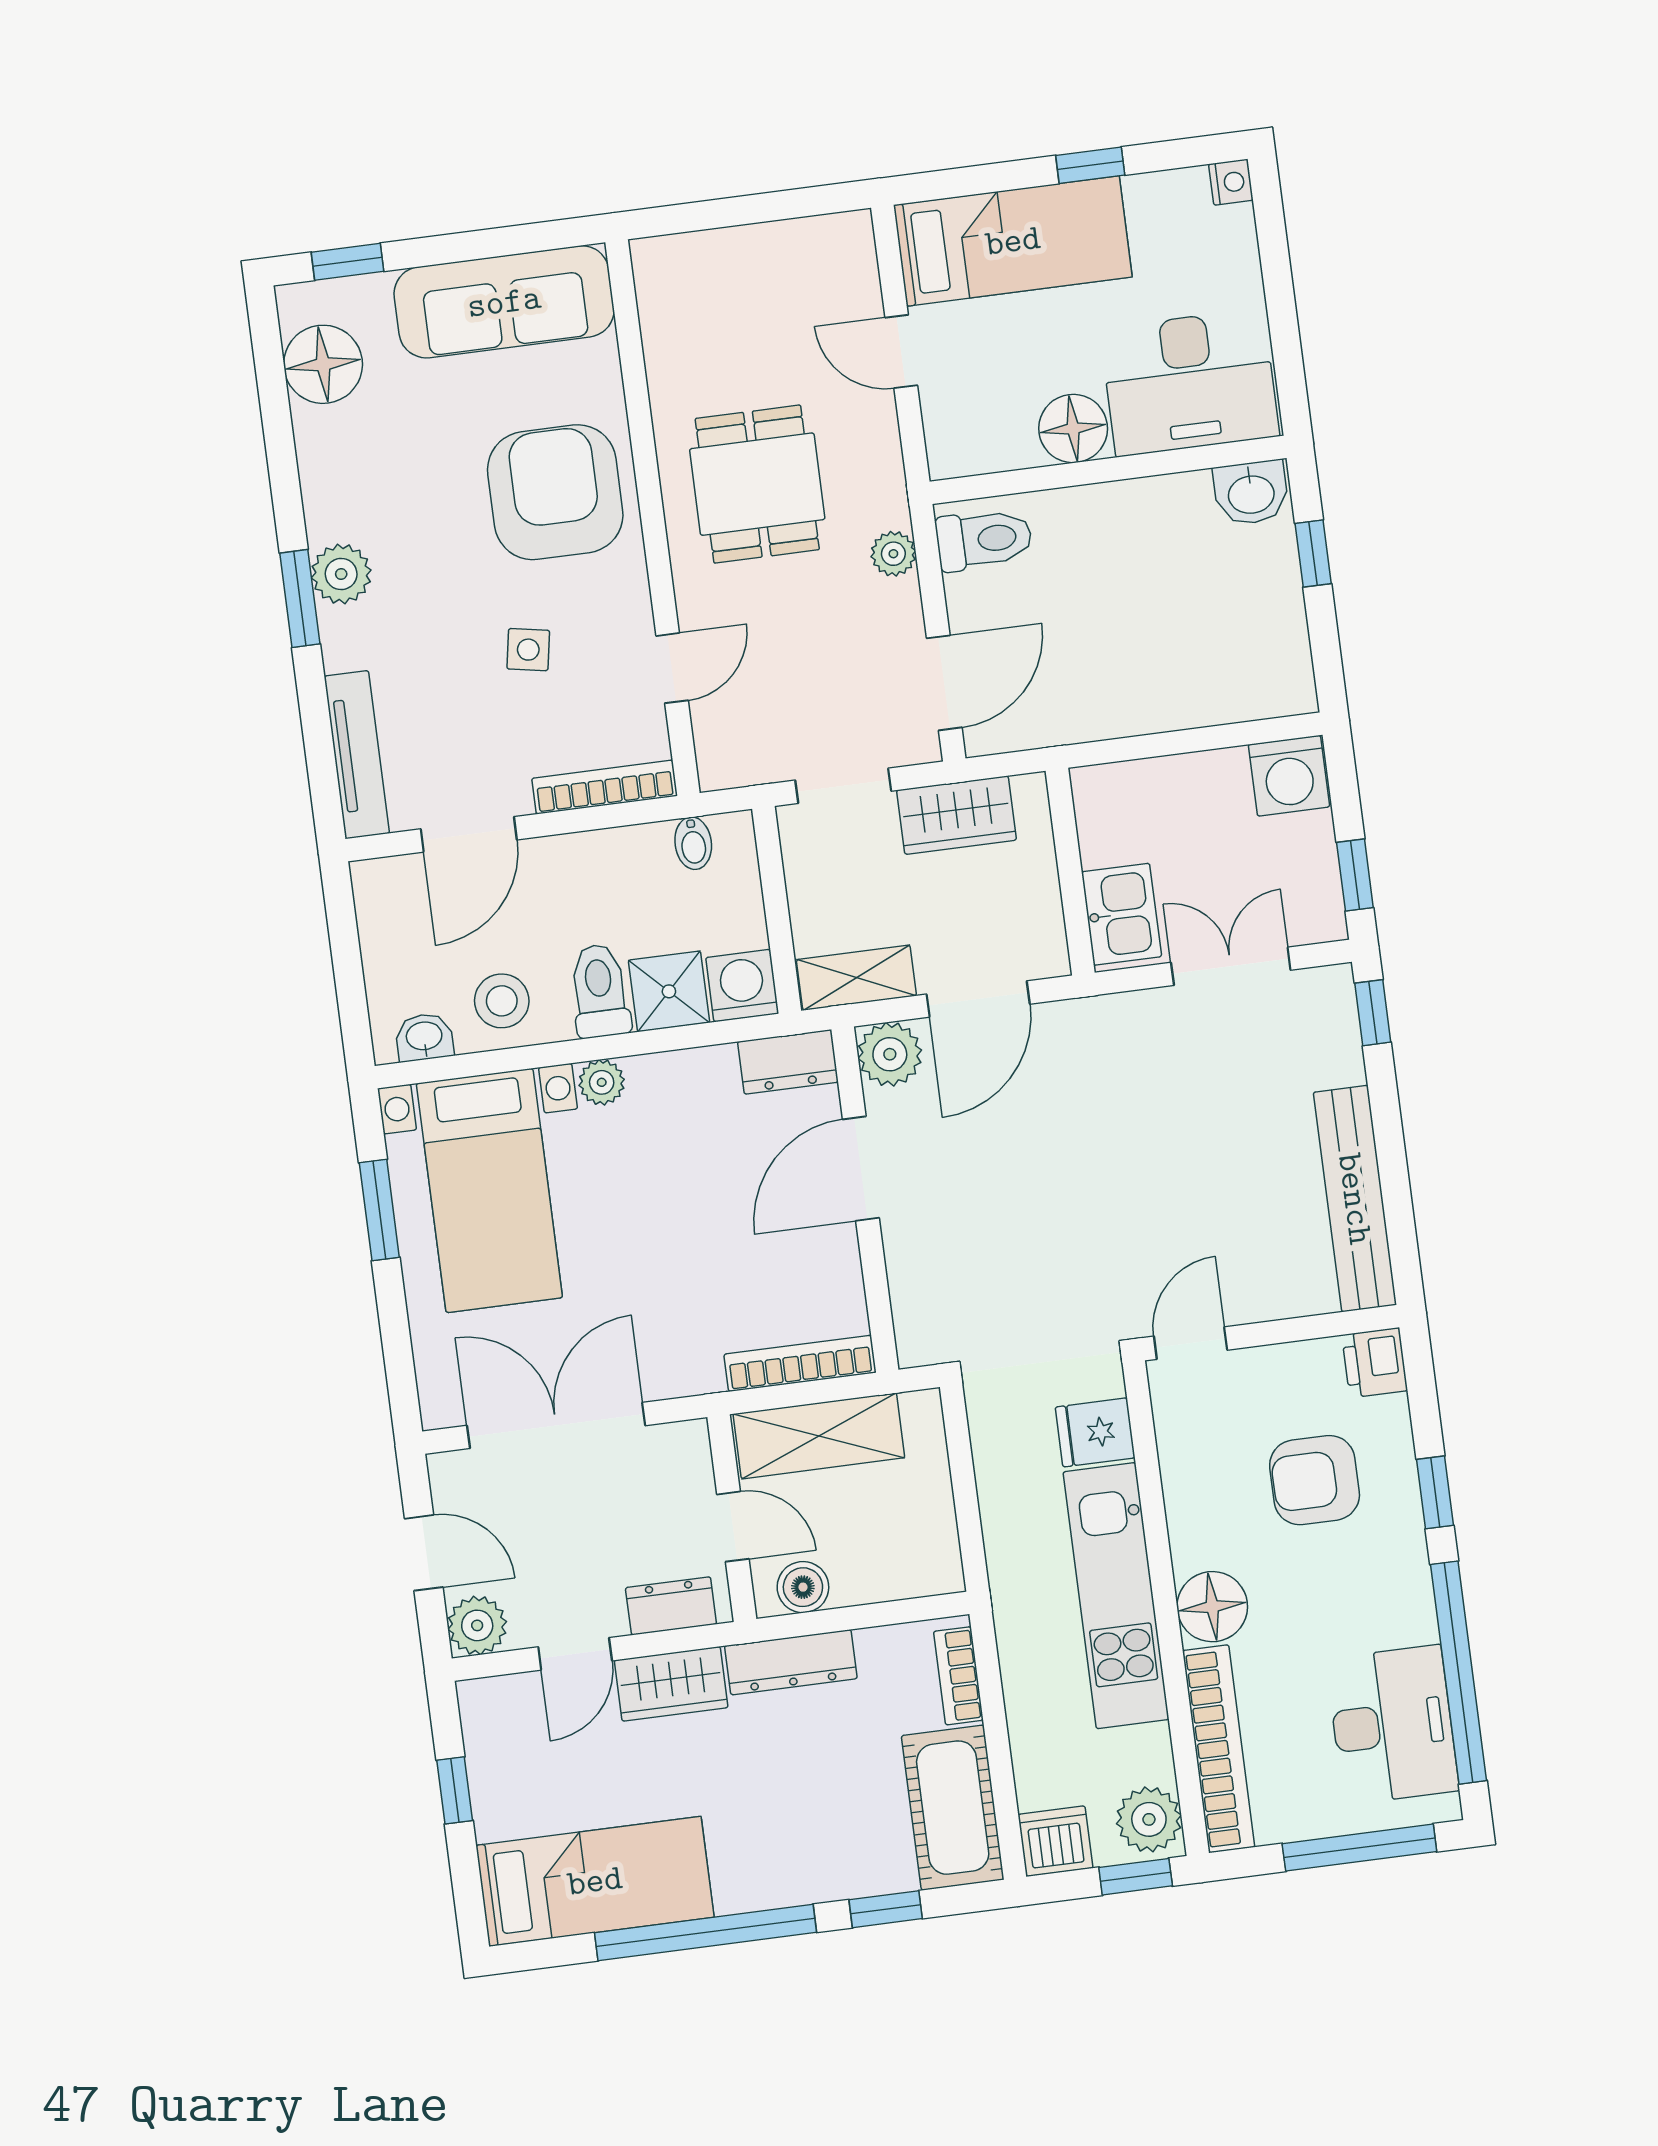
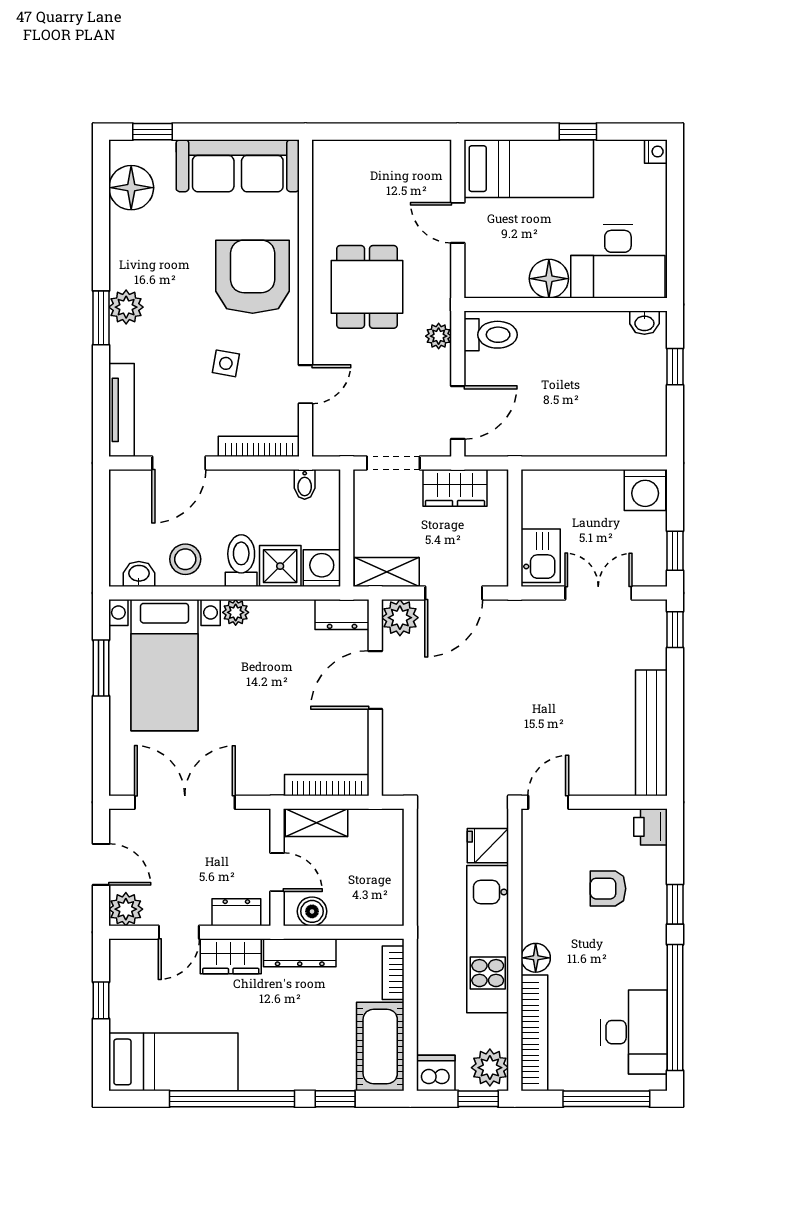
washbasin: (1251, 493) -> (644, 323), width x0.72, depth x0.69
shelving: (819, 1436) -> (316, 823), width x0.67, depth x0.75
armchair: (1315, 1480) -> (608, 889), width x0.72, depth x0.72
floor lamp: (1212, 1607) -> (536, 958), width x0.73, depth x0.73

